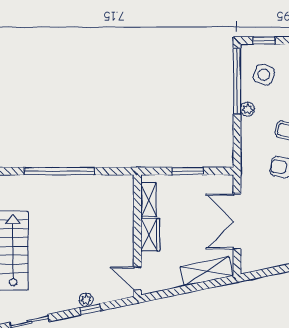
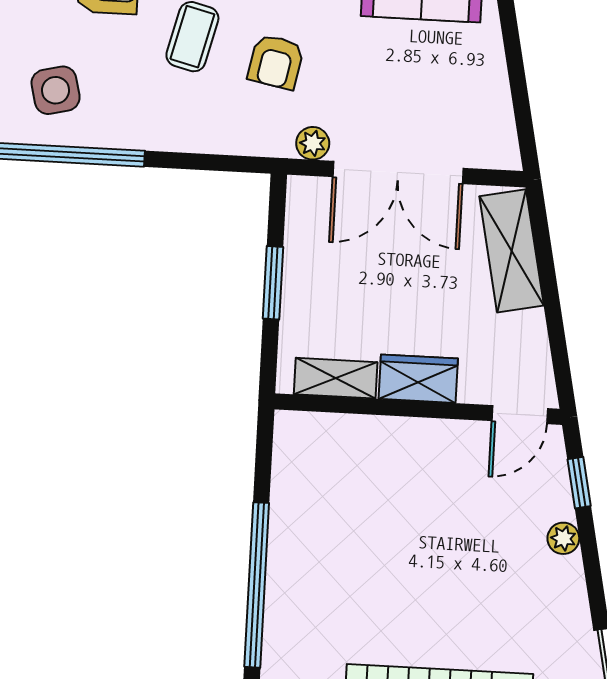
side table: (264, 75) -> (56, 90), turned -35
plant: (247, 109) -> (313, 143), moved
window: (90, 309) -> (579, 483), moved

